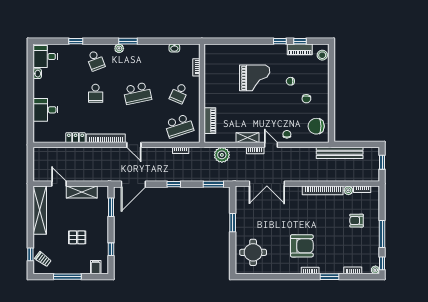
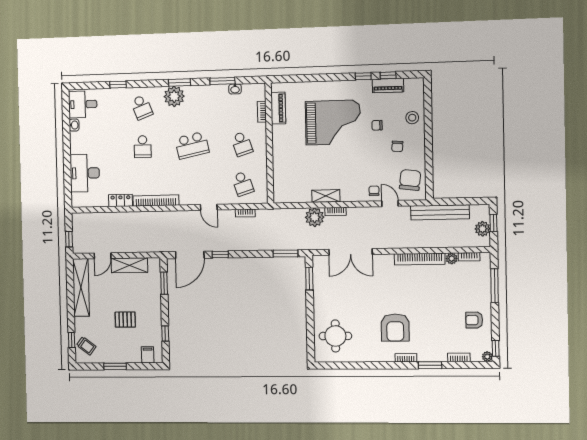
window: (164, 41) -> (222, 81), added
plant: (119, 48) -> (174, 96), width x1.88, depth x1.88
stool: (322, 55) -> (412, 118), moved
grand piano: (255, 78) -> (333, 123), width x1.37, depth x1.48
school desk: (179, 93) -> (242, 144), turned -42
desk: (45, 110) -> (85, 173), width x1.37
piano: (210, 121) -> (278, 108), moved
school desk: (179, 126) -> (243, 184), width x0.54
chair: (316, 126) -> (410, 180), turned 97
door: (134, 145) -> (209, 207), moved
door: (271, 145) -> (390, 204), moved
plant: (222, 155) -> (315, 217), moved
plant: (373, 167) -> (482, 229), added
window: (30, 169) -> (69, 239), added
door: (59, 184) -> (103, 256), swing flipped
window: (174, 184) -> (220, 254), moved
armchair: (357, 221) -> (474, 320), moved
window: (233, 223) -> (309, 279), moved
window: (382, 234) -> (495, 286), moved
armchair: (302, 246) -> (395, 328), turned 90
window: (67, 277) -> (115, 366), width x0.69

